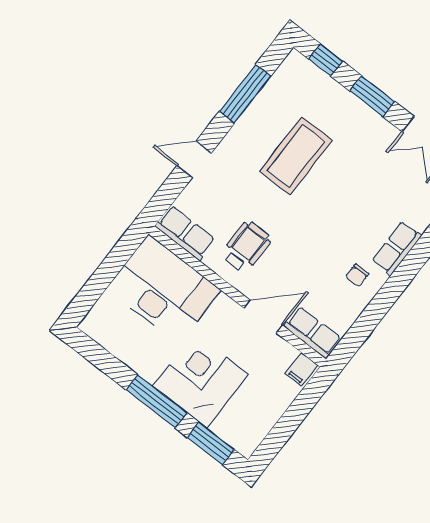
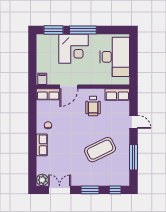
coffee table: (296, 156) -> (100, 150), turned 64
door: (194, 159) -> (134, 122), hinge flipped
desk: (164, 289) -> (115, 57), moved, turned -90

